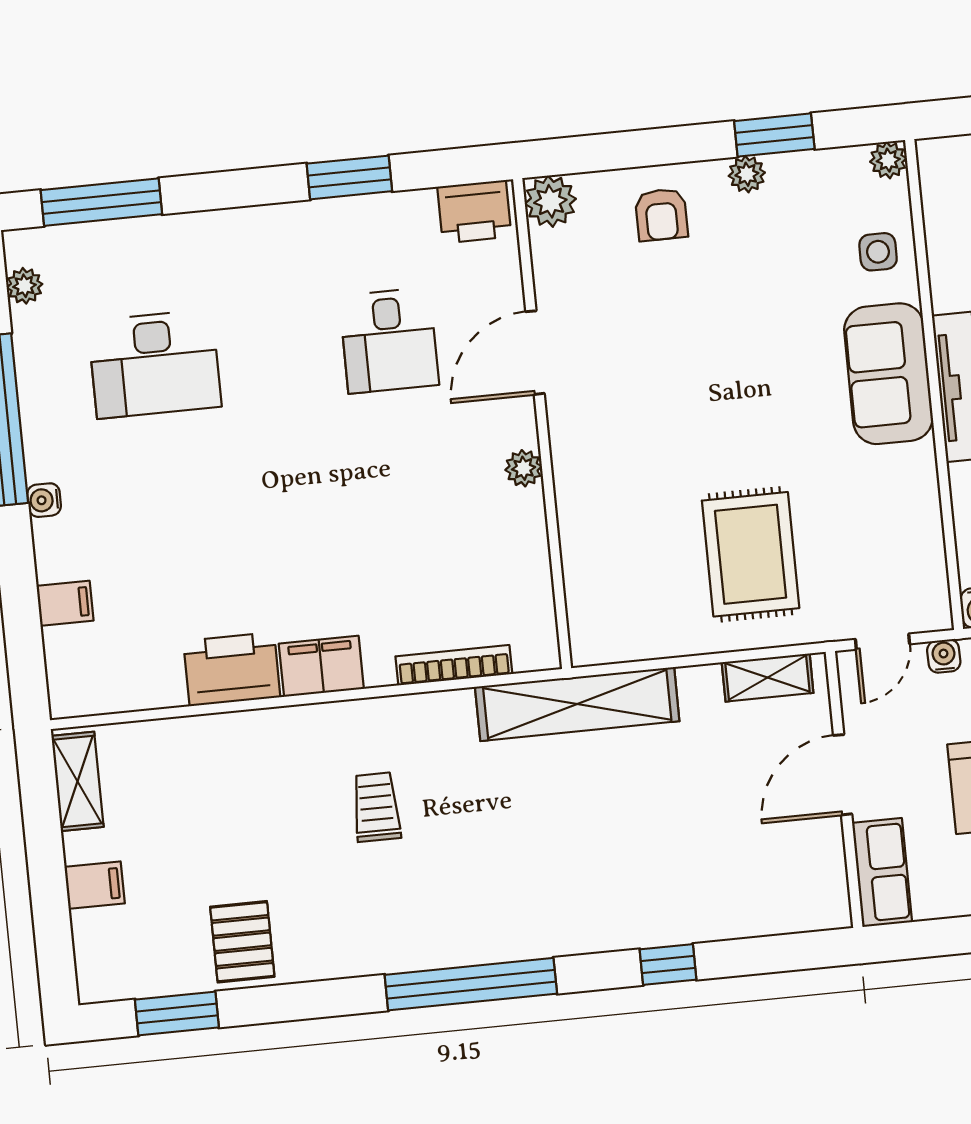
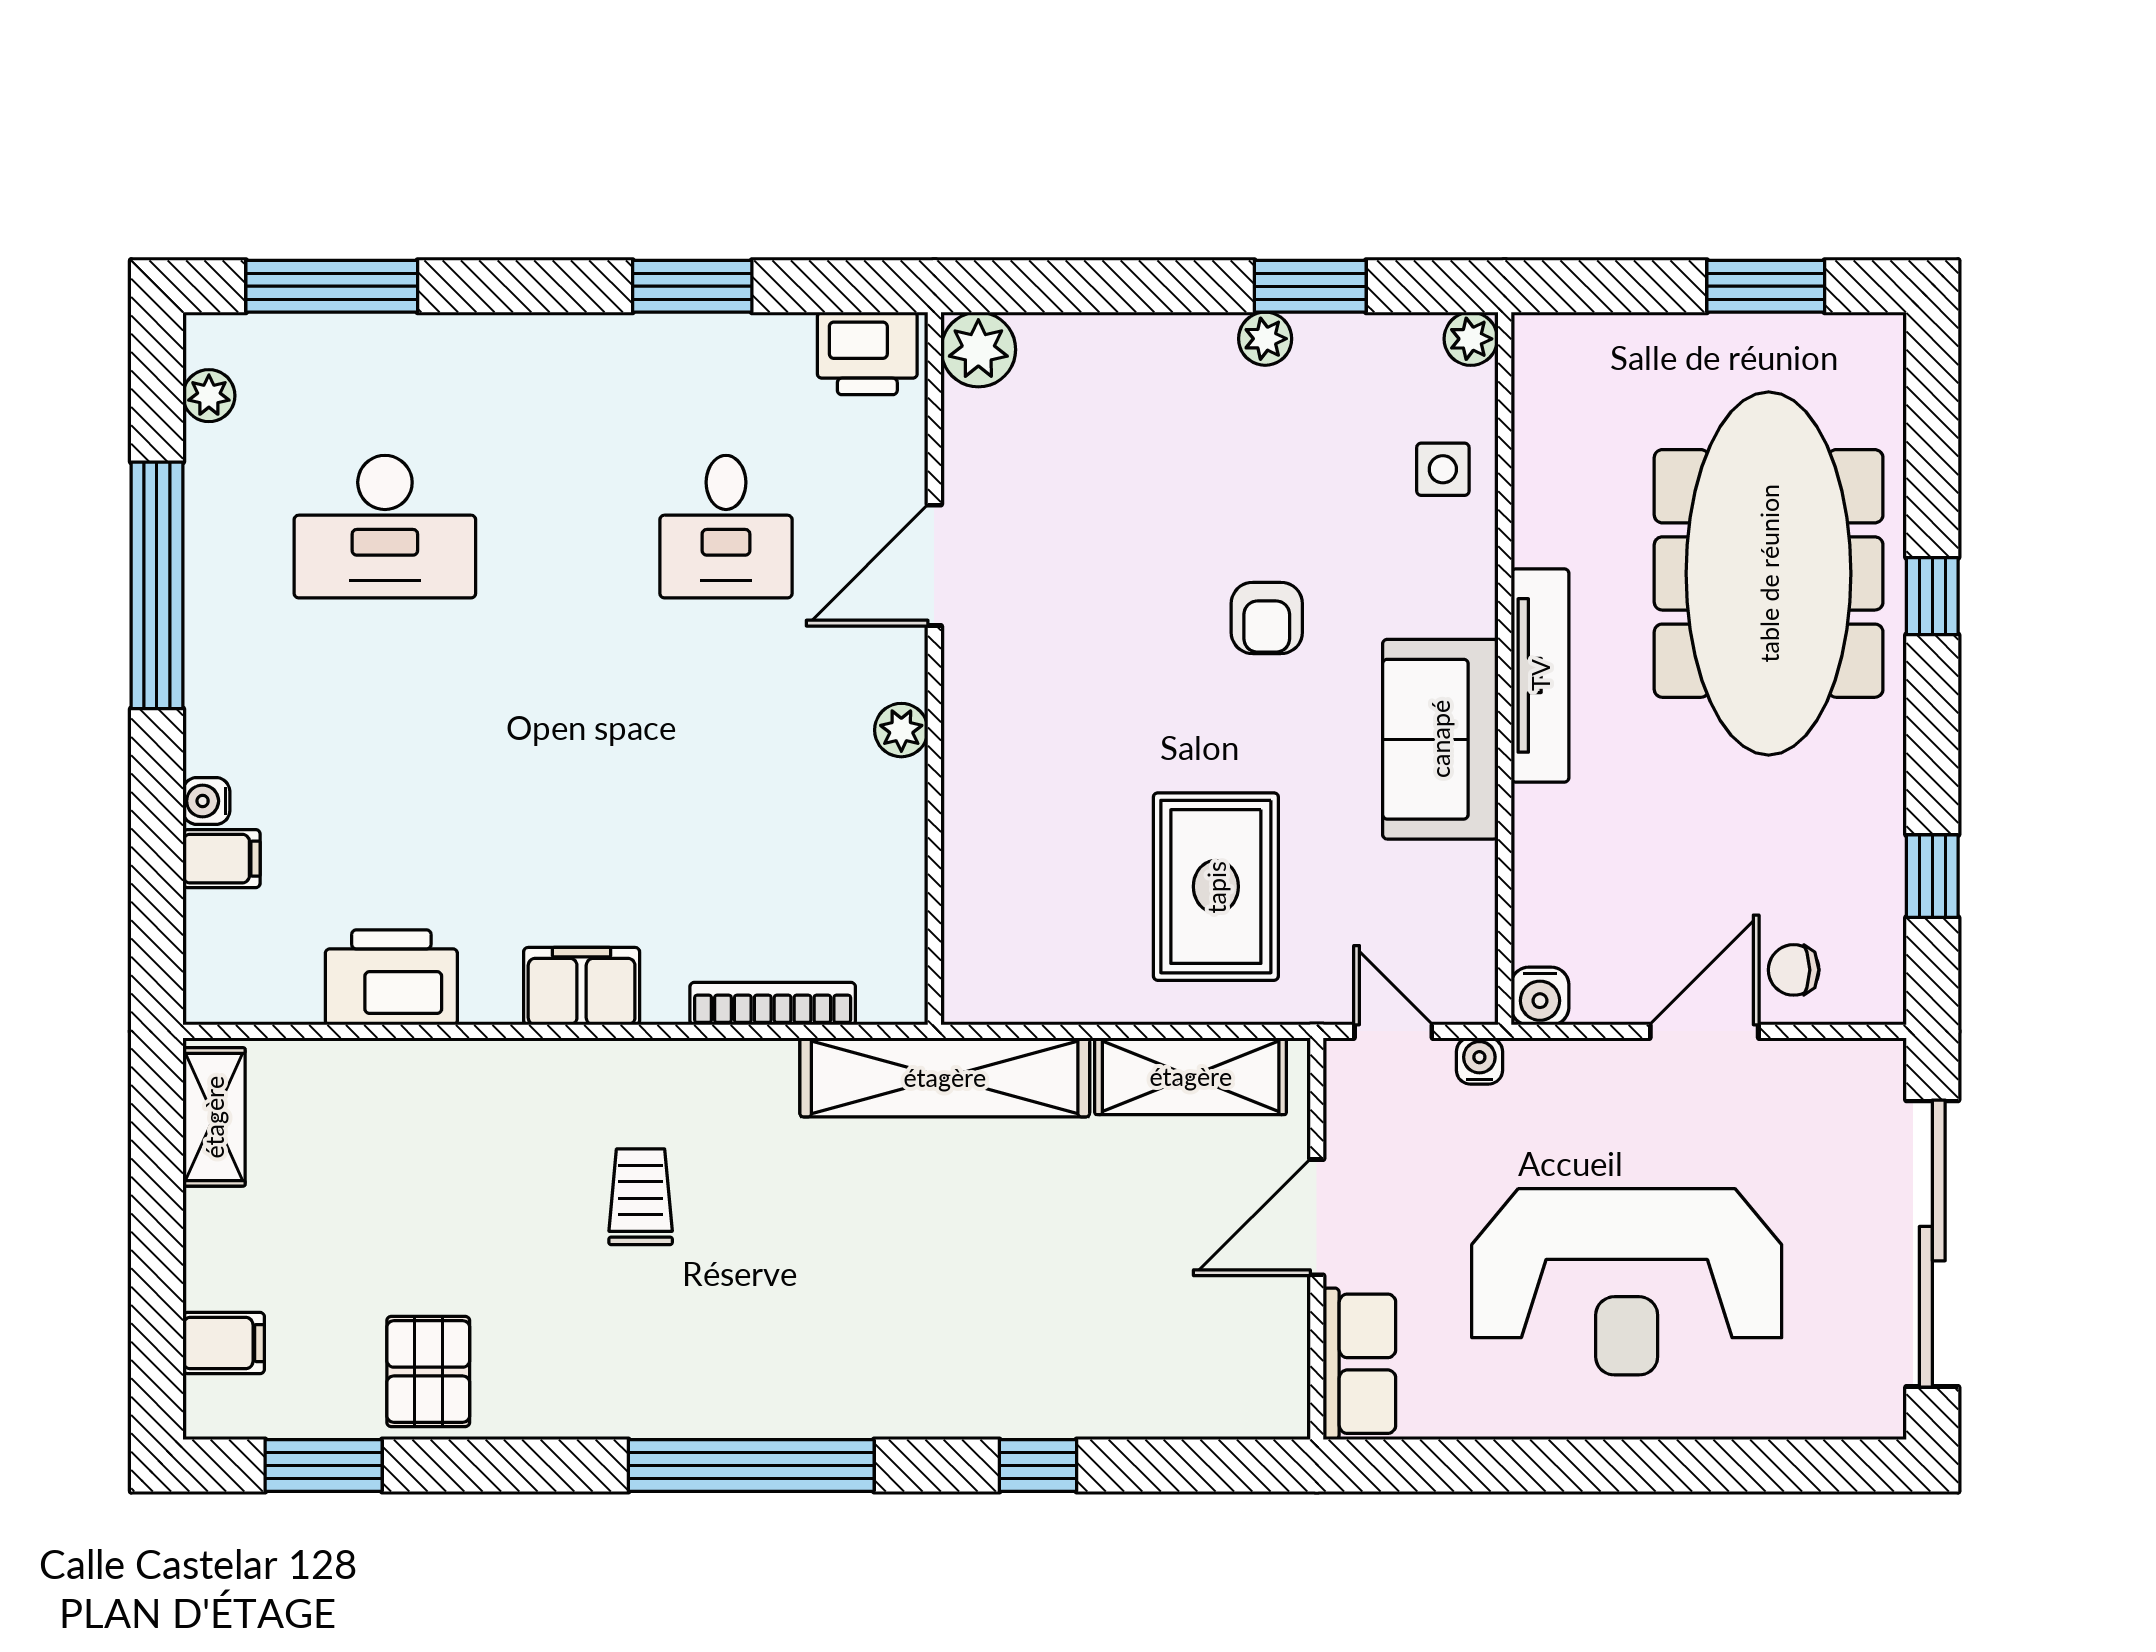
armchair: (661, 215) -> (1267, 618), moved
sofa: (888, 374) -> (1440, 739), moved
water cooler: (44, 500) -> (206, 801), moved
door: (882, 642) -> (1393, 1031), swing flipped
printer: (232, 669) -> (391, 977), moved
shelving: (768, 678) -> (1191, 1076), width x1.50, depth x1.33
filing cabinet: (95, 885) -> (224, 1343), moved

